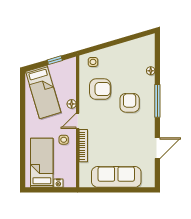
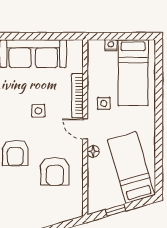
side table: (93, 62) -> (38, 111), moved
armchair: (100, 89) -> (55, 171), turned -90
door: (78, 121) -> (85, 129), swing flipped

